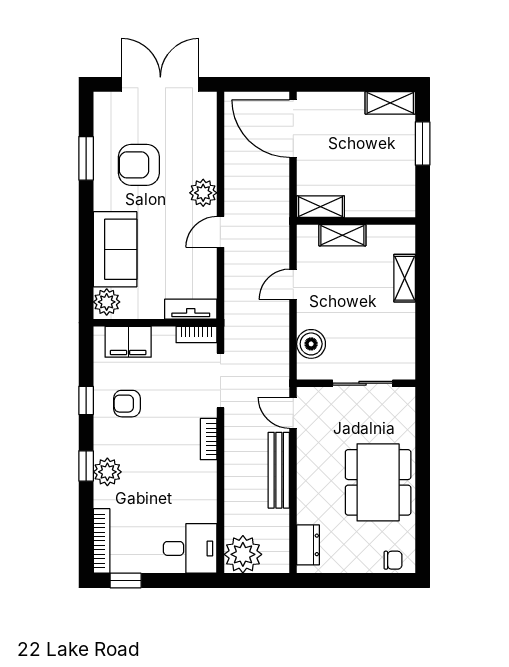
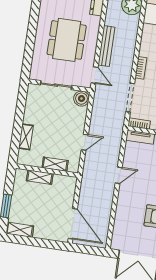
plant: (203, 193) -> (125, 197), removed
shelving: (321, 207) -> (40, 177), moved
boiler: (311, 344) -> (82, 99), moved
dining table: (378, 482) -> (67, 40), moved

